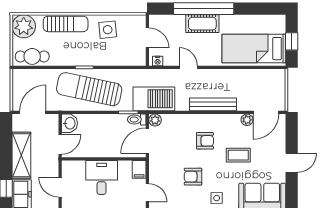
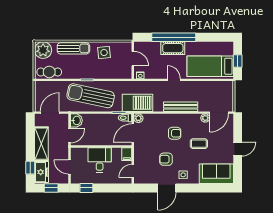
door: (188, 67) -> (174, 80), moved
door: (147, 193) -> (133, 171), swing flipped

